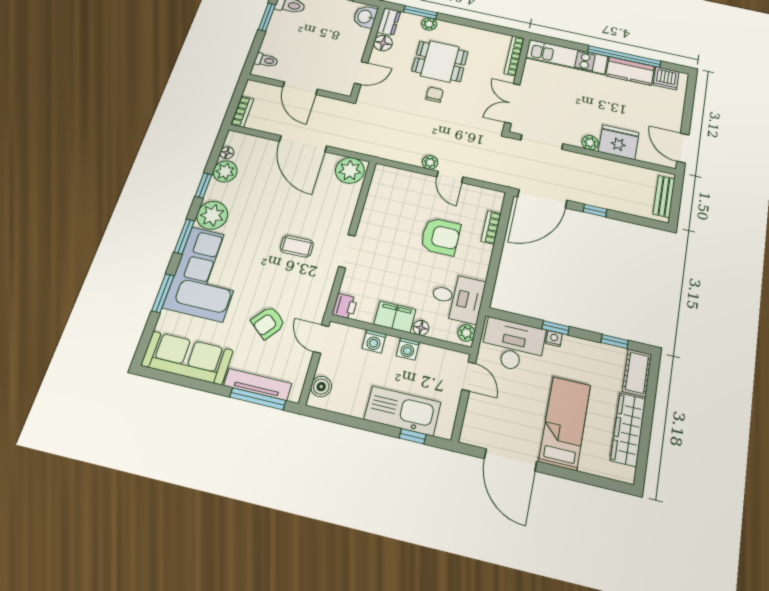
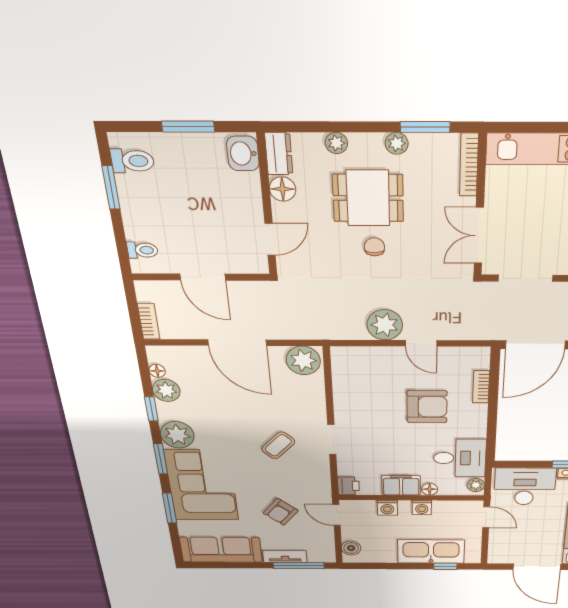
window: (420, 12) -> (425, 127), moved
plant: (469, 33) -> (397, 143), added
plant: (430, 162) -> (385, 325), width x1.88, depth x1.88
coffee table: (297, 246) -> (278, 445), turned -45
tv unit: (258, 385) -> (285, 556), width x0.71

